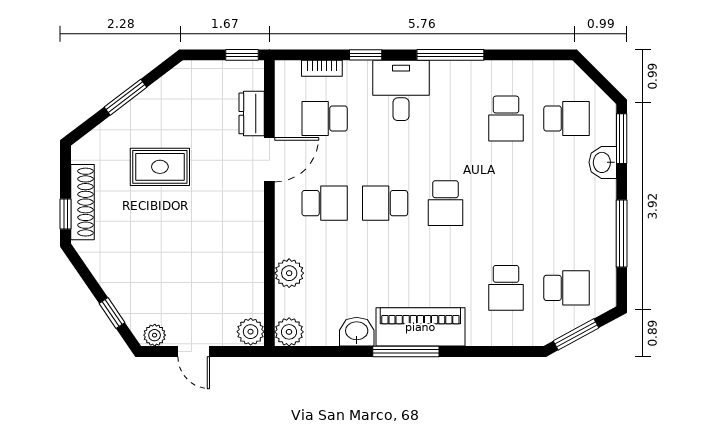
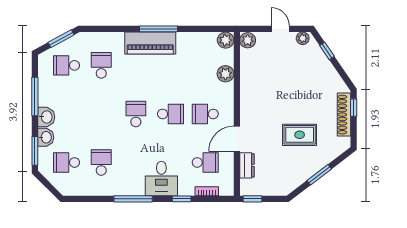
washbasin: (357, 332) -> (46, 117), moved, turned -90

